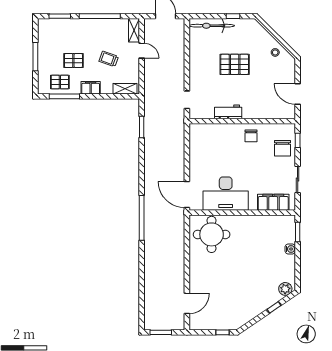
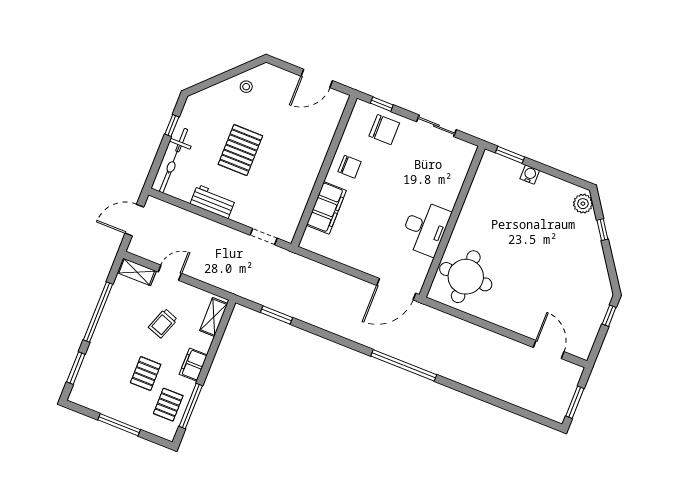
workbench: (228, 112) -> (213, 202), moved, turned 90
desk: (226, 194) -> (425, 228), width x0.73, depth x0.77
filing cabinet: (273, 202) -> (326, 208), moved, turned 180

